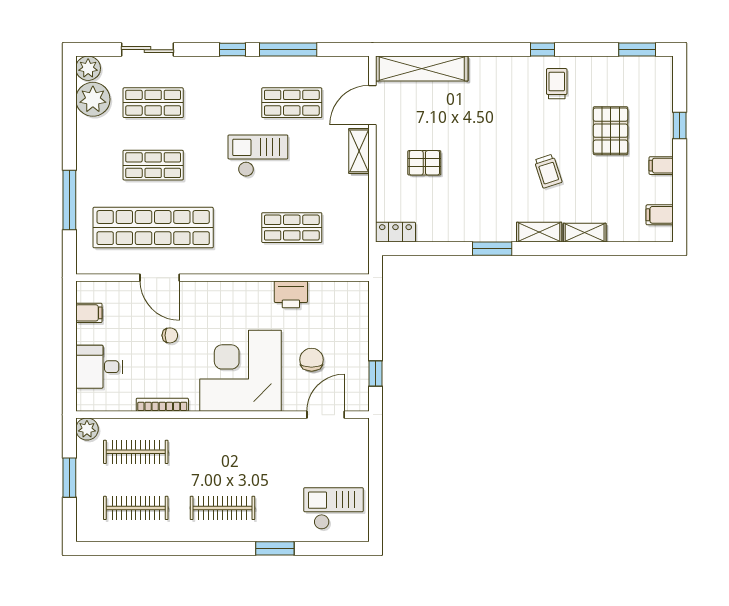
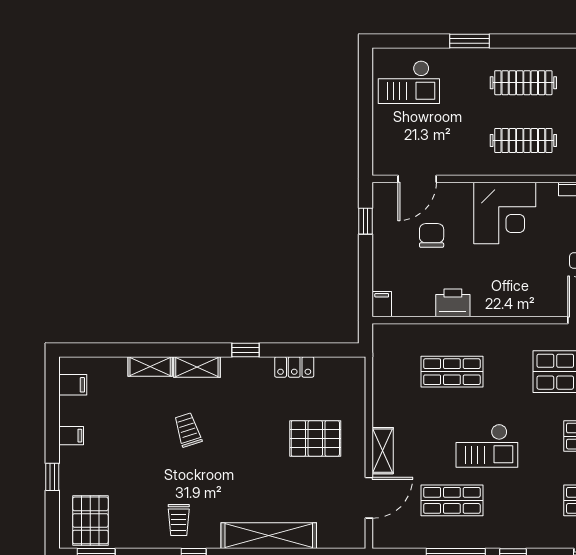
shelving: (422, 69) -> (269, 536), moved
pallet: (610, 131) -> (90, 520), moved
pallet: (424, 163) -> (315, 438), width x1.50, depth x1.42
locker: (395, 232) -> (294, 367), moved
window: (492, 249) -> (245, 350), width x0.67
filing cabinet: (360, 293) -> (382, 304), added
chair: (312, 360) -> (432, 235), turned 180
corner desk: (241, 371) -> (505, 213), width x0.74, depth x0.74
clothes rail: (222, 452) -> (523, 141), added

